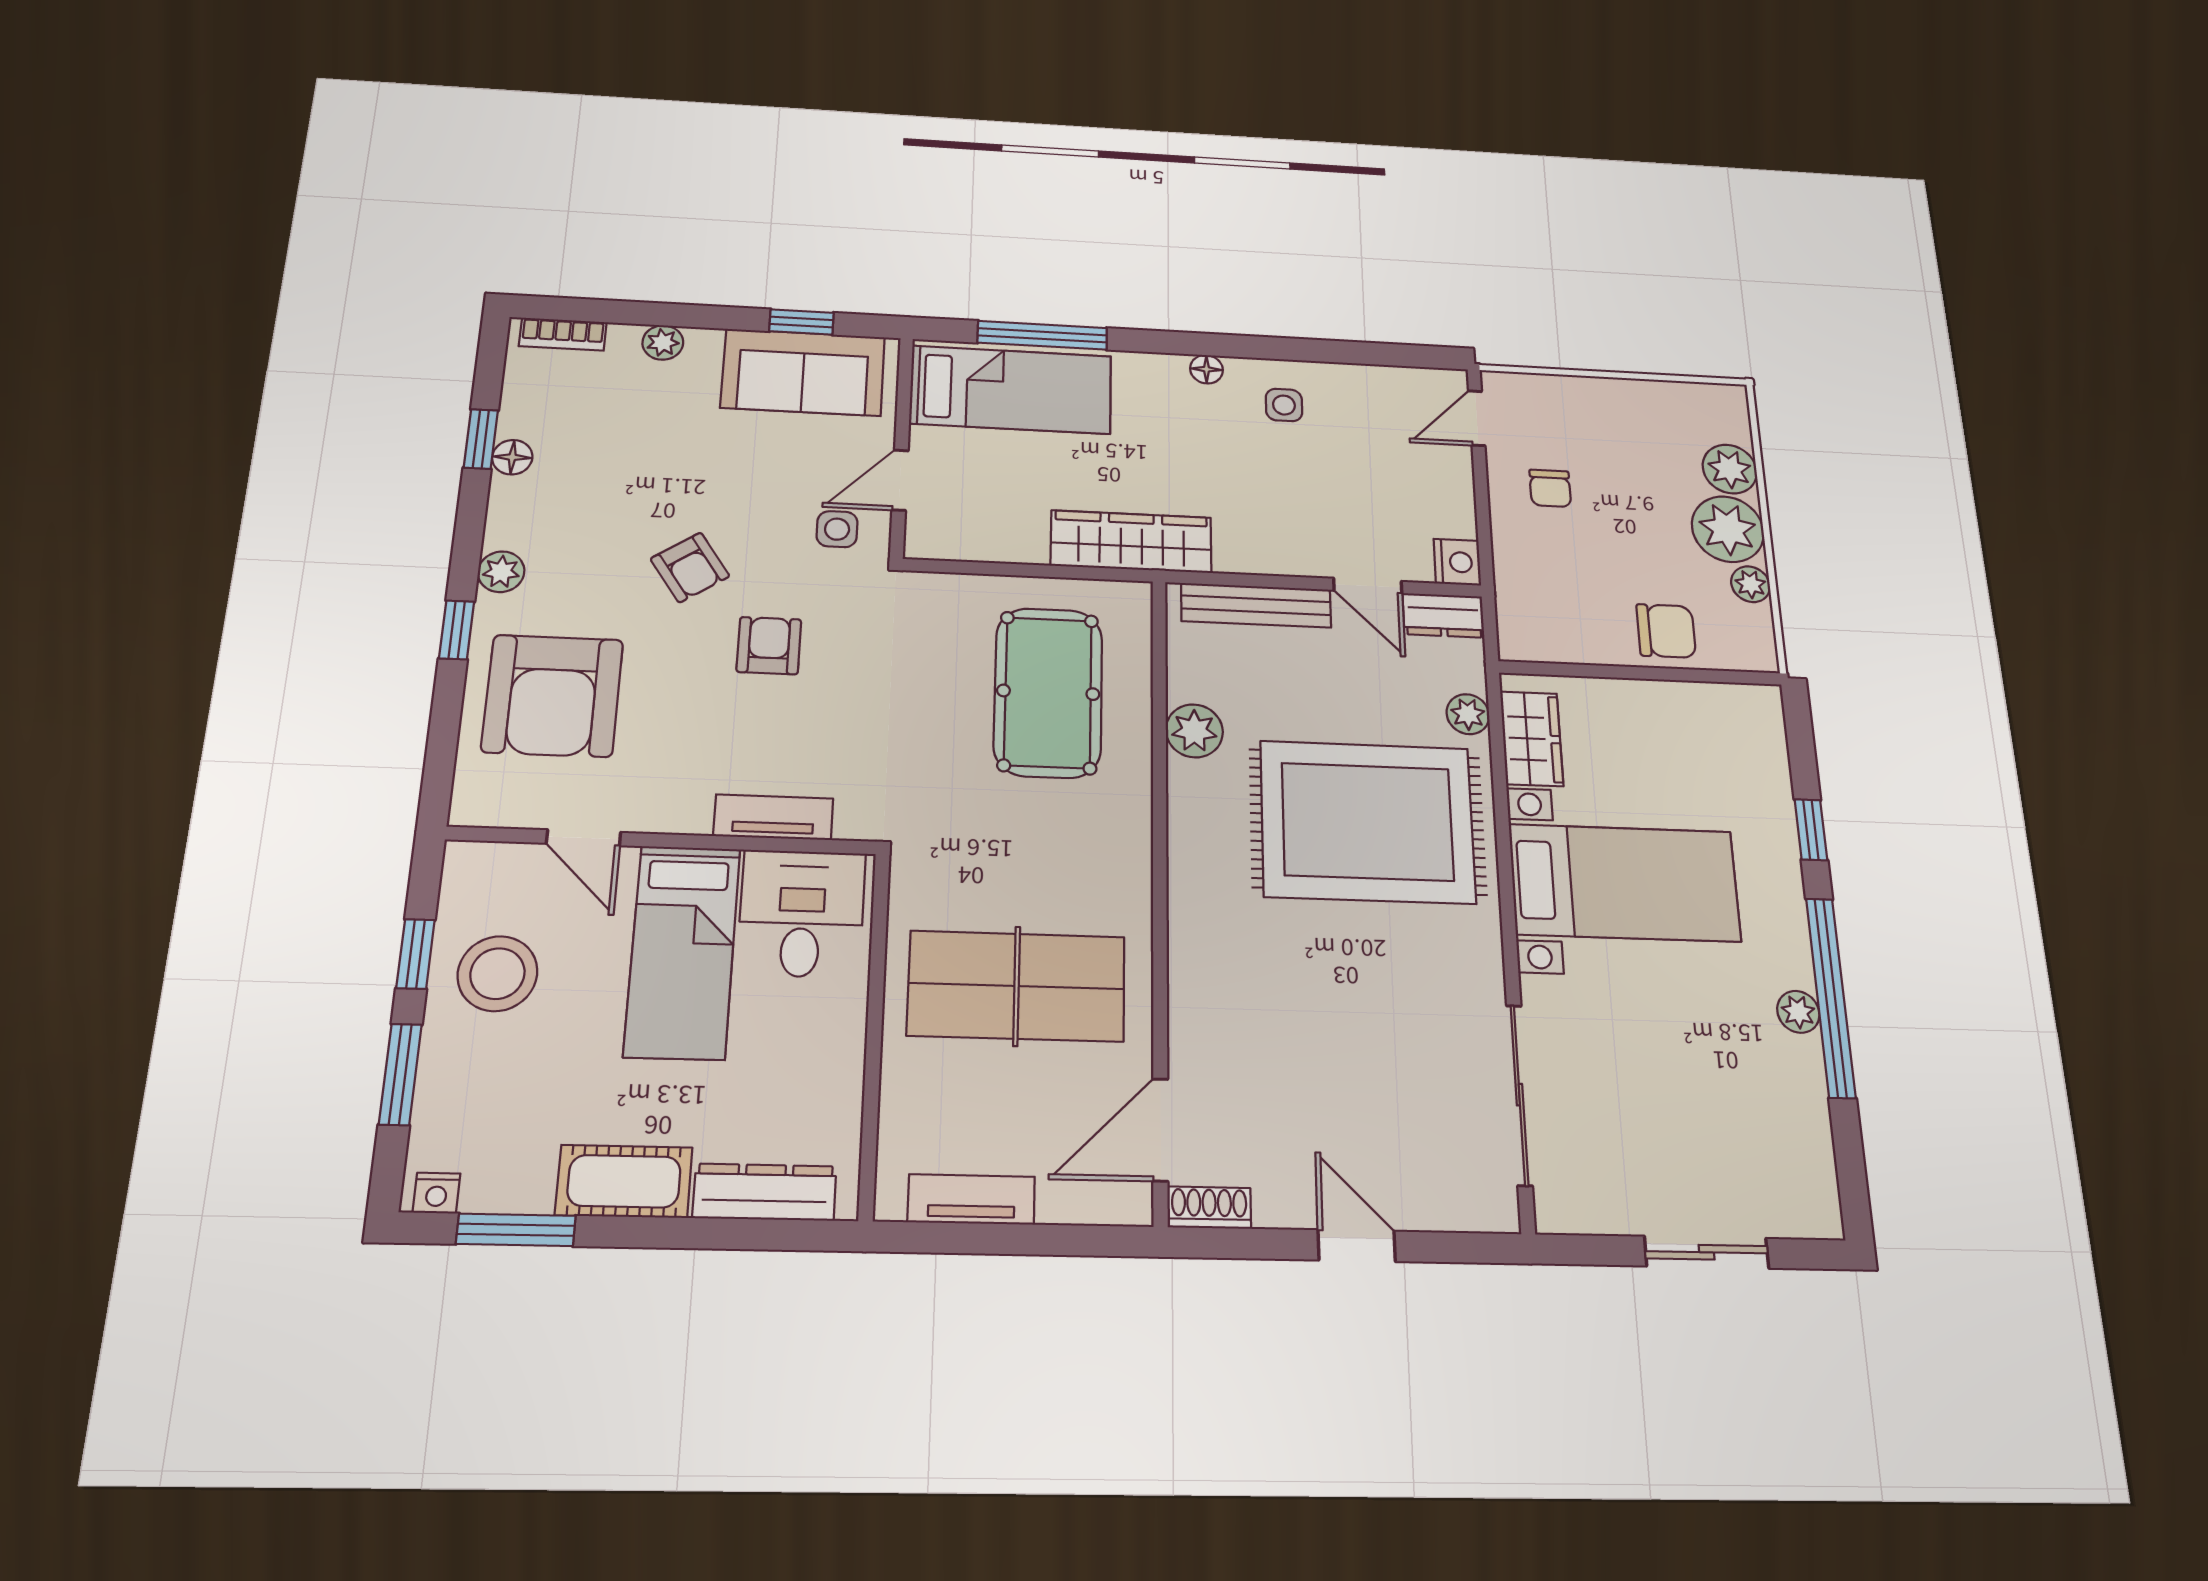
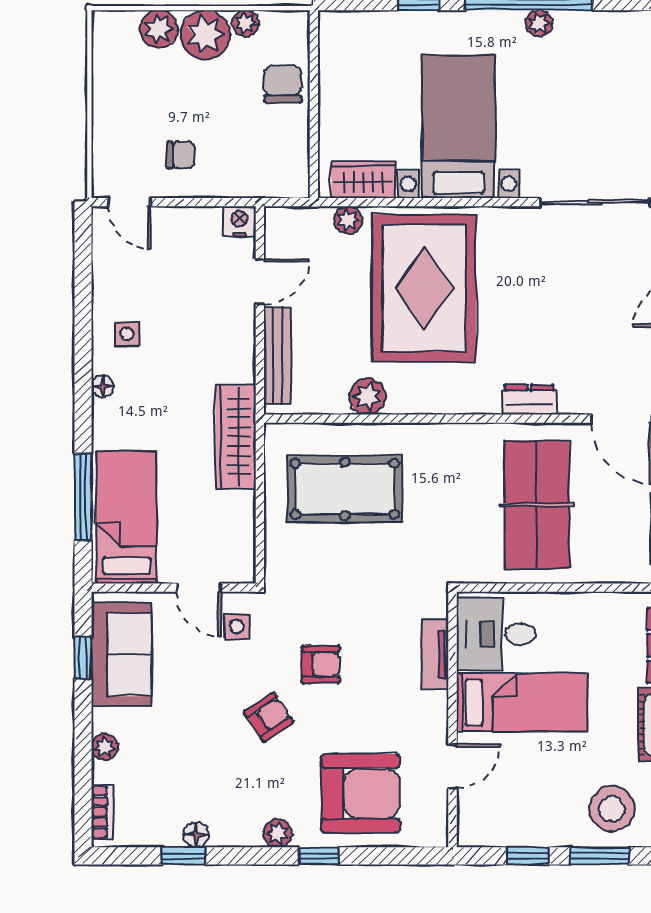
dresser: (1443, 615) -> (529, 400), moved, turned -90
armchair: (769, 646) -> (321, 664), turned 180
stool: (497, 974) -> (612, 809), moved

